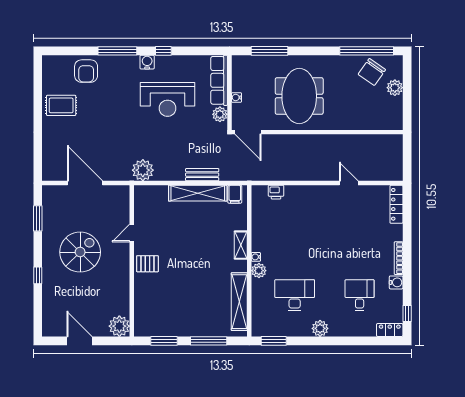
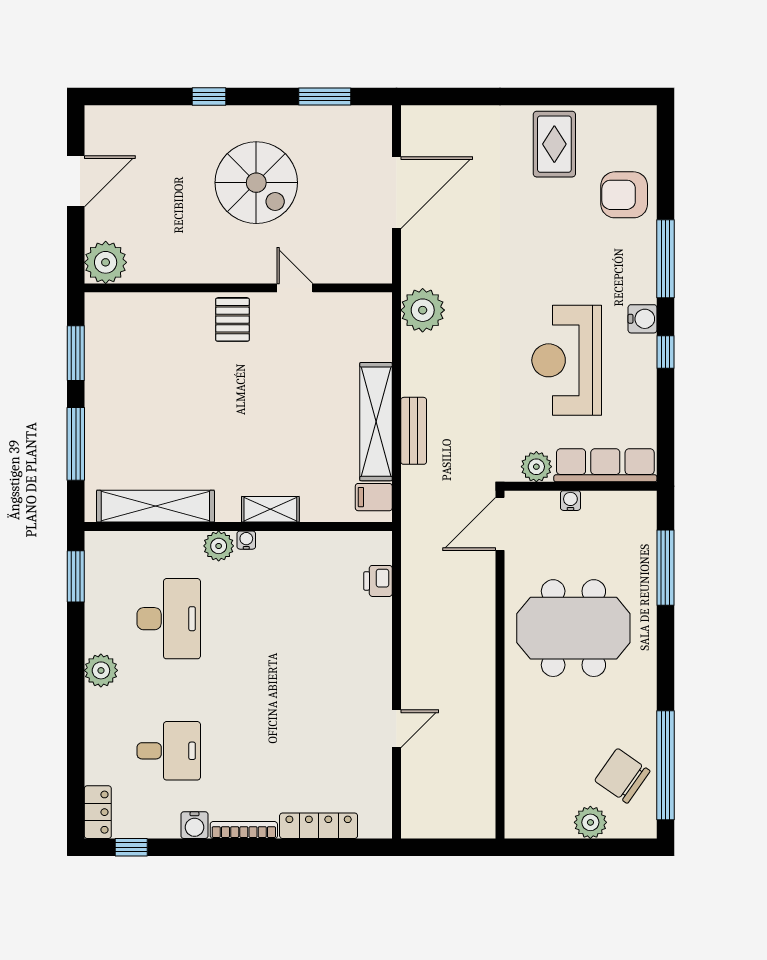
locker: (396, 204) -> (319, 826), moved

